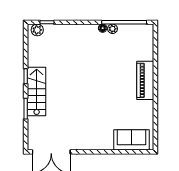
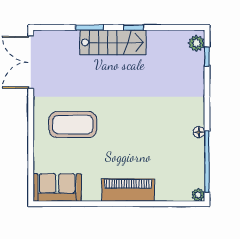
plant: (113, 29) -> (198, 195), moved
coffee table: (97, 121) -> (73, 125), added
sofa: (132, 140) -> (57, 187), moved, turned -90

